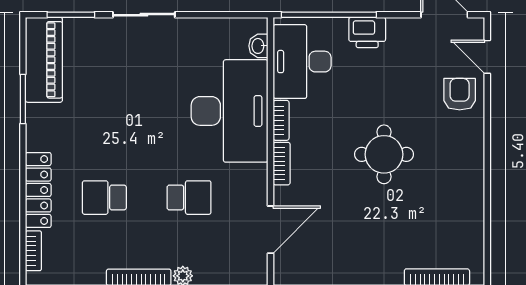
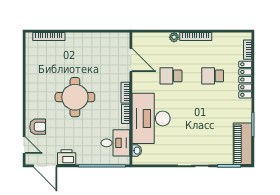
printer: (367, 32) -> (67, 157), moved
desk: (302, 62) -> (115, 143), width x0.73
armchair: (460, 94) -> (38, 127), turned -90
round table: (384, 154) -> (75, 97), width x1.36, depth x1.36
school desk: (104, 198) -> (213, 76), turned 180
door: (271, 230) -> (131, 60), swing flipped

